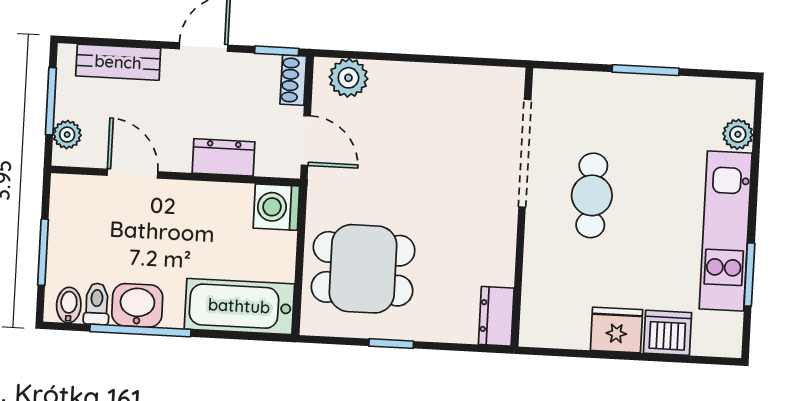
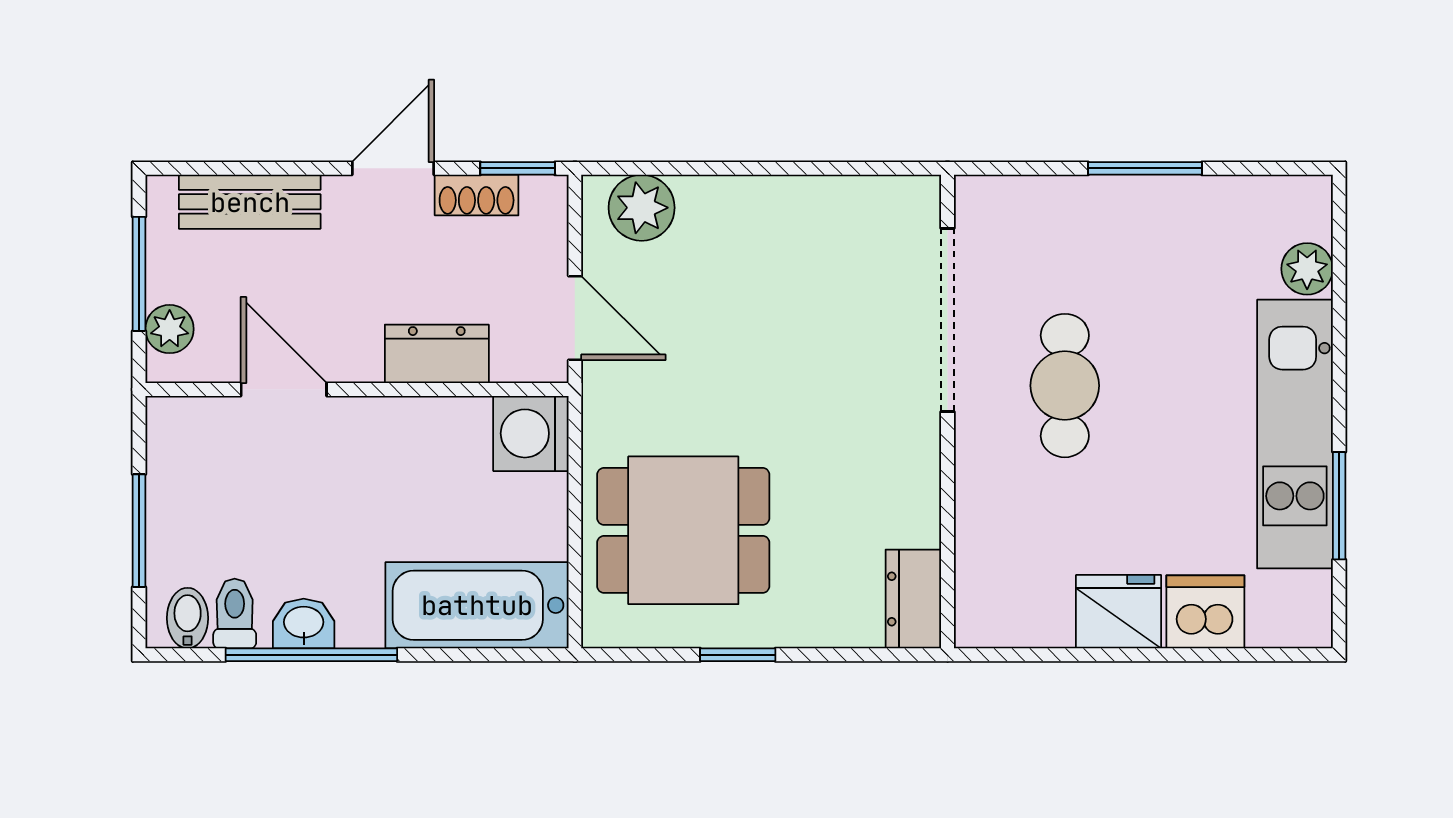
shoe rack: (293, 80) -> (477, 195), moved, turned -90
washbasin: (137, 305) -> (304, 624), width x0.72, depth x0.69

